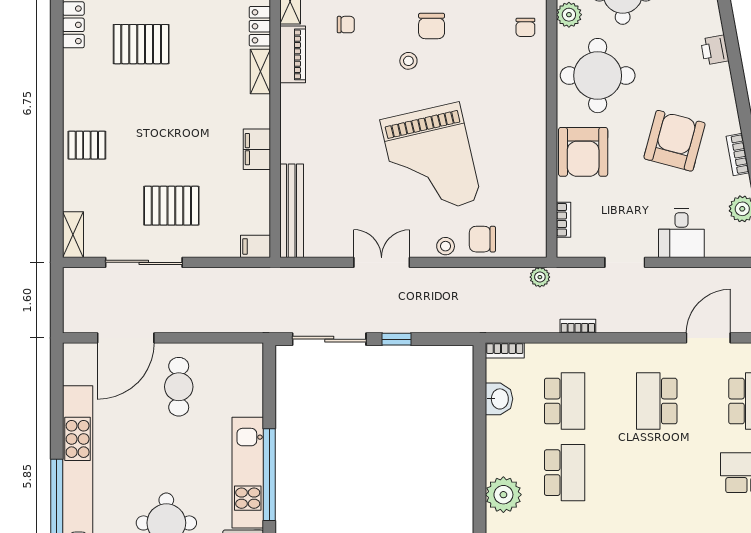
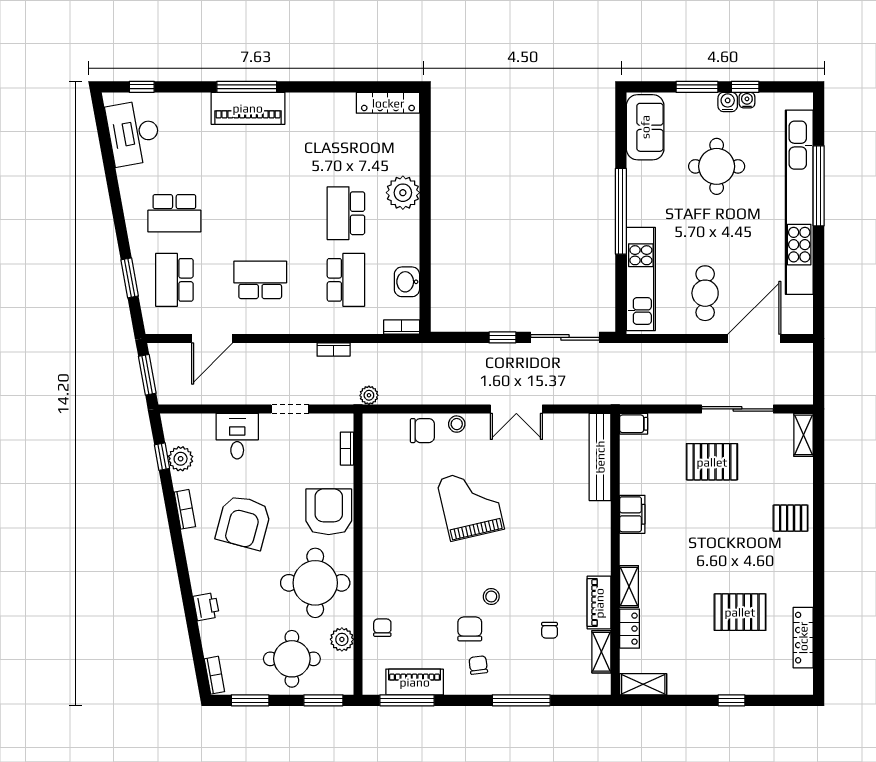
chair: (346, 25) -> (550, 630), turned -90
grand piano: (431, 160) -> (470, 504), width x0.73, depth x0.68
school desk: (565, 401) -> (346, 280), turned 180
school desk: (657, 401) -> (260, 280), turned -90
kitchen unit: (248, 473) -> (641, 279), moved

